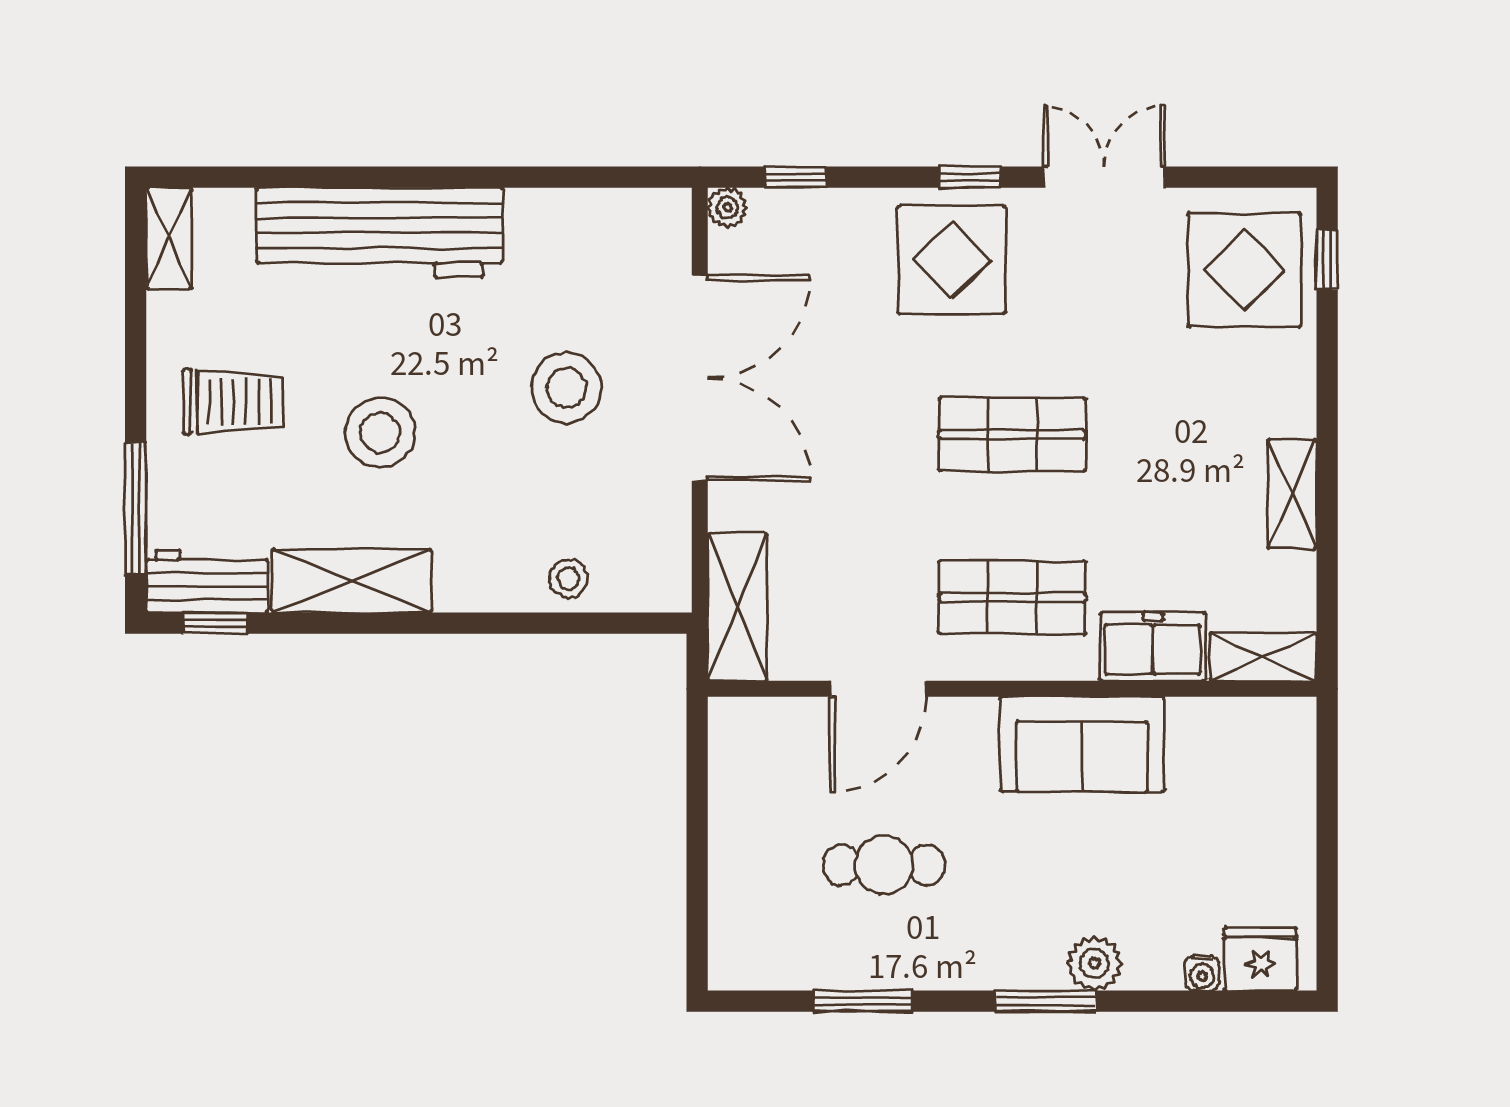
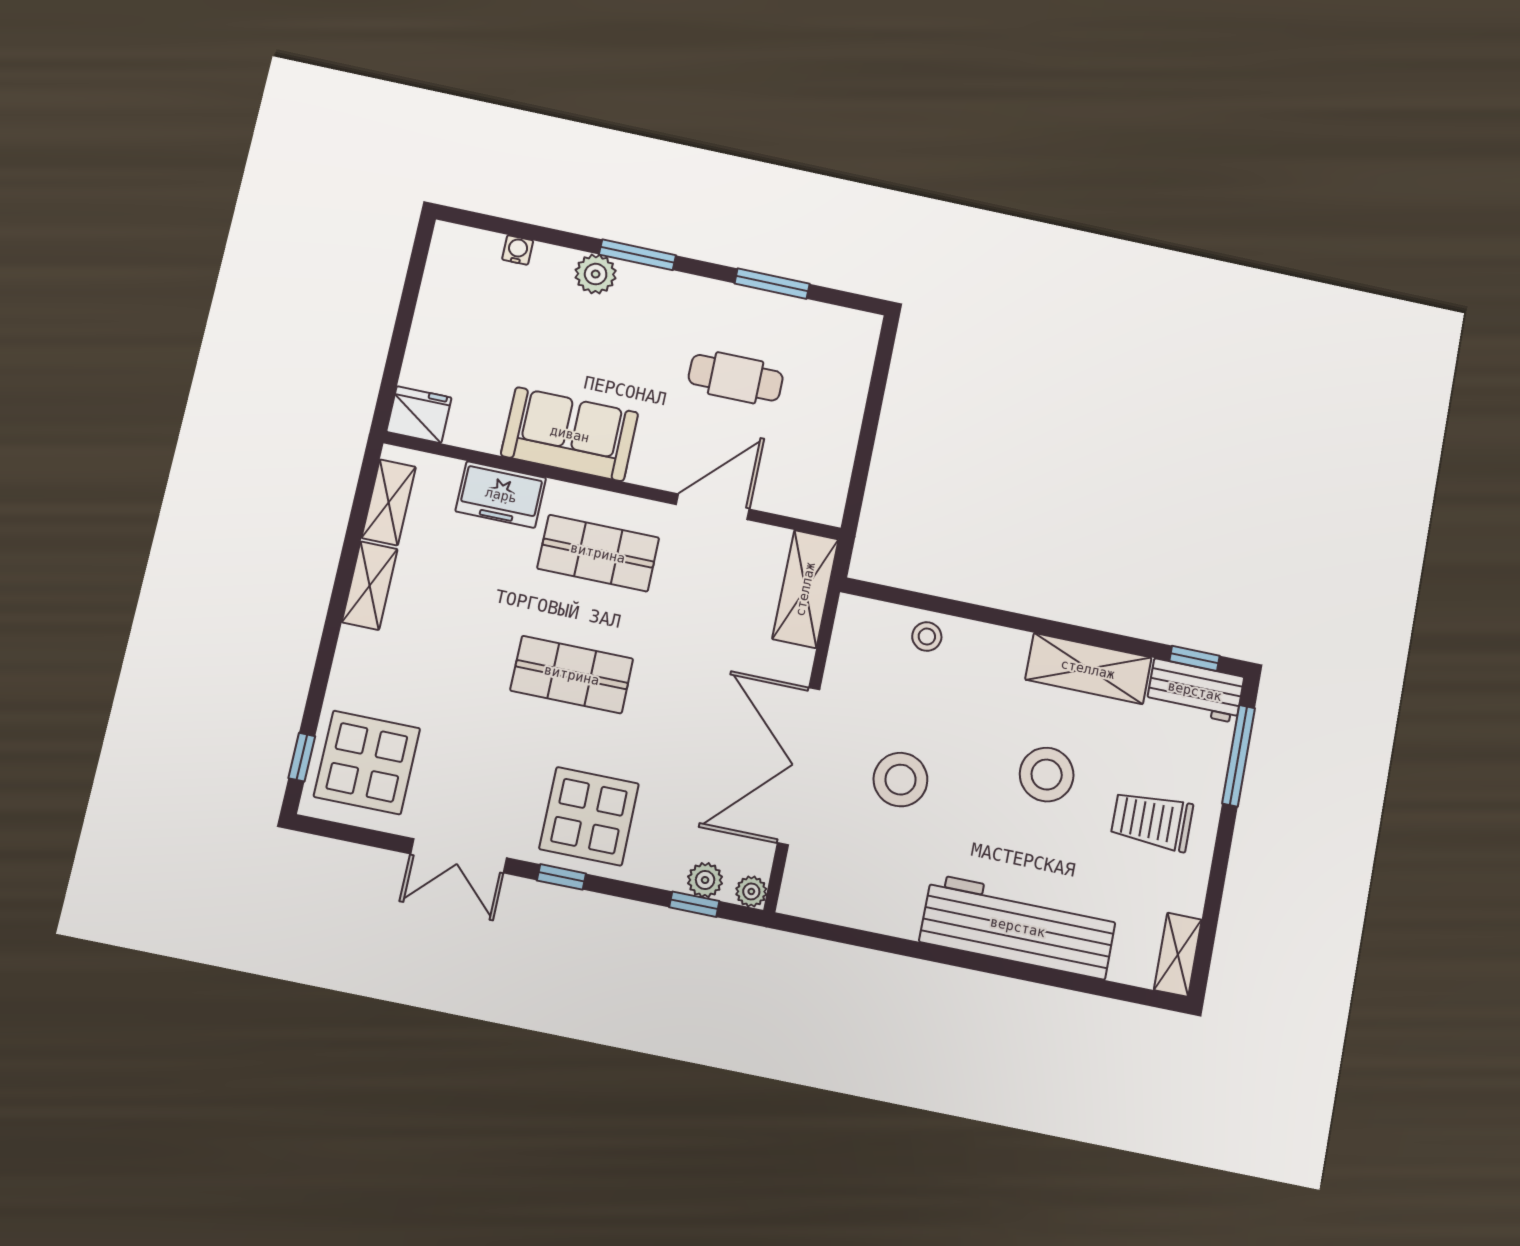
plant: (789, 210) -> (705, 880), added
shelving: (1263, 657) -> (389, 502), moved, turned 90
fridge: (1260, 959) -> (419, 415), moved, turned 180

